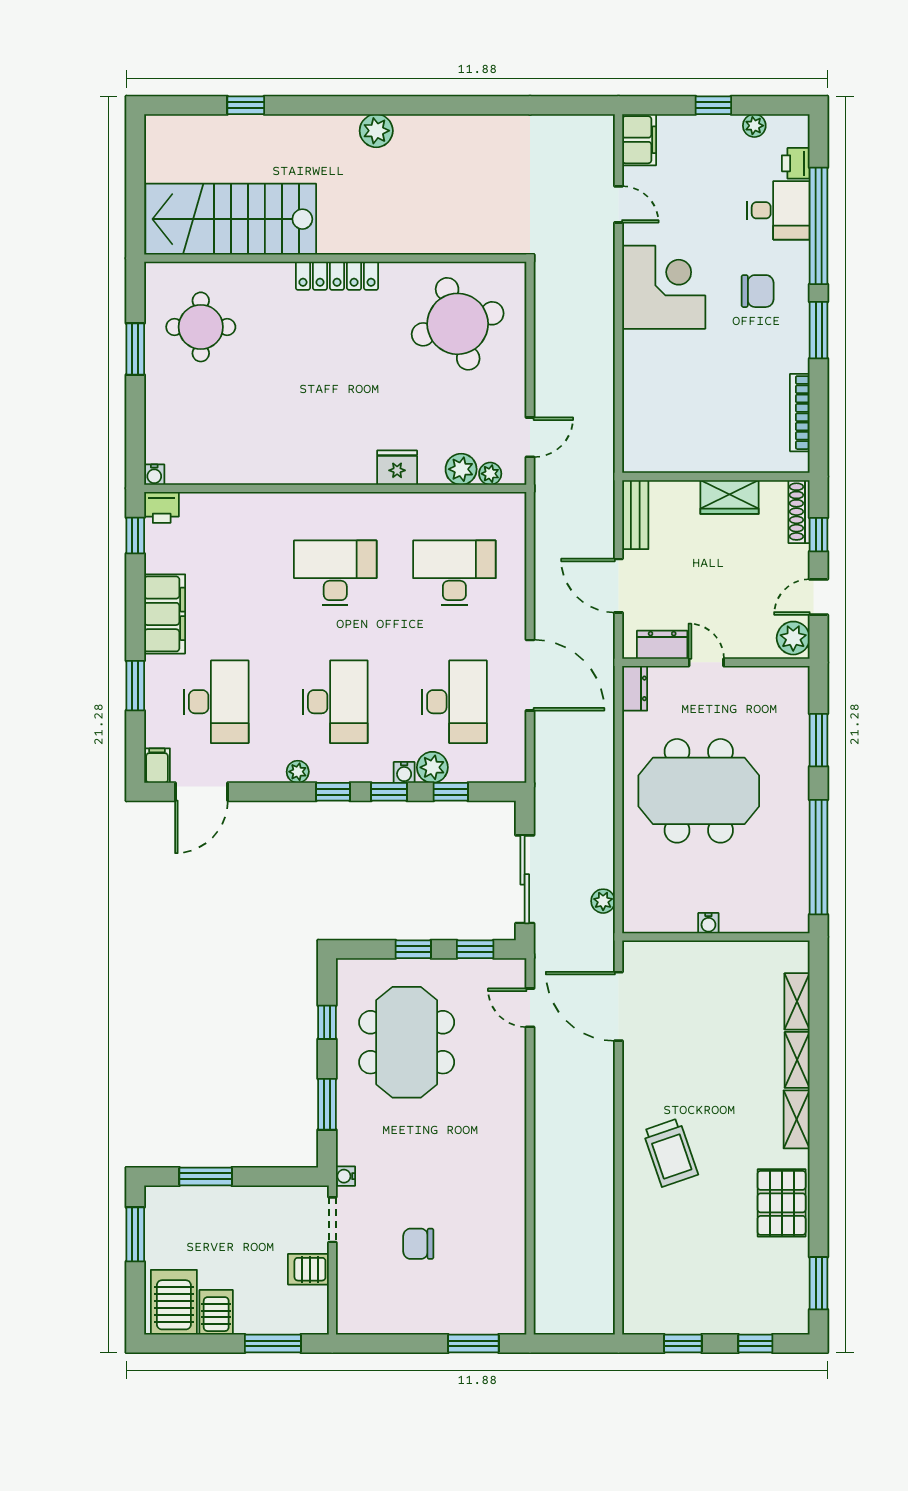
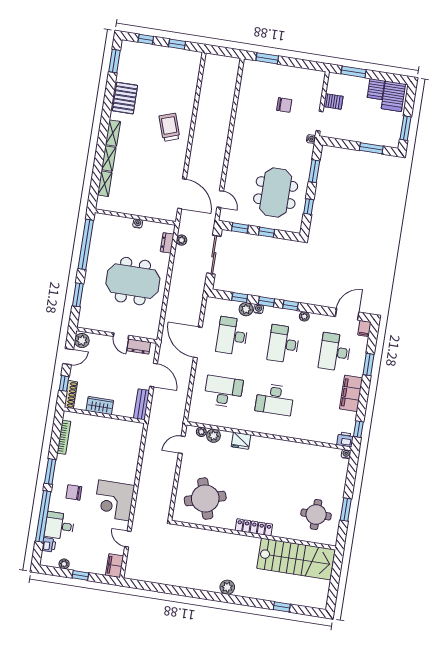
desk: (454, 573) -> (223, 391), turned 180
dresser: (635, 688) -> (167, 243), moved

